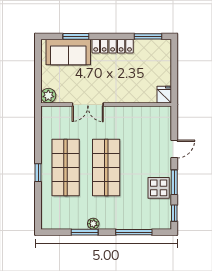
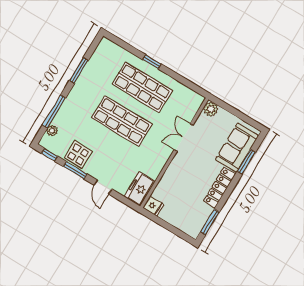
freezer: (156, 116) -> (140, 189), added
plant: (93, 224) -> (52, 131), moved

